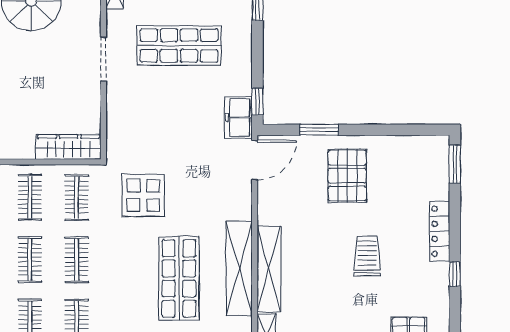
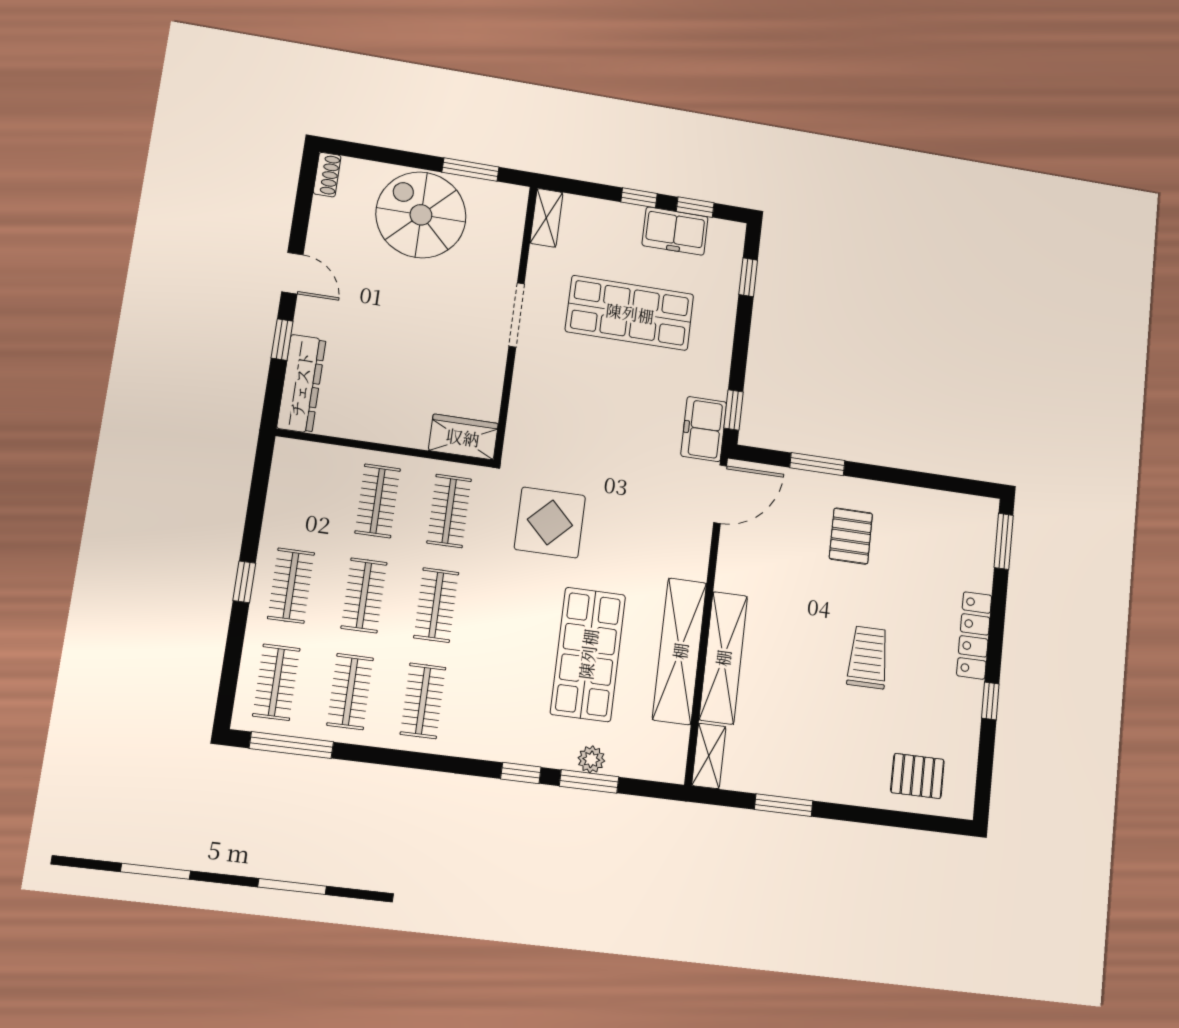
wardrobe: (68, 147) -> (463, 437), width x0.67
pallet: (347, 176) -> (851, 536), width x0.67, depth x0.71

